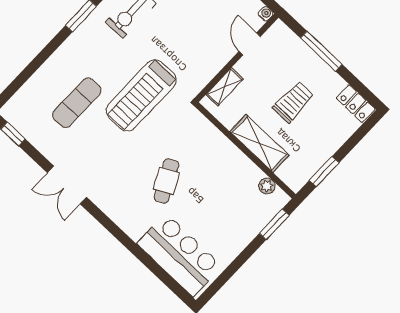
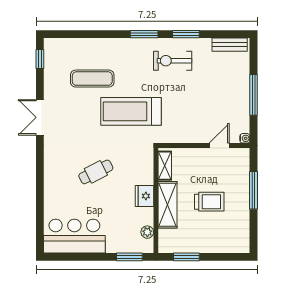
shelving: (225, 87) -> (165, 166), moved, turned 90
locker: (356, 104) -> (242, 238), removed
fridge: (231, 157) -> (144, 196), added
bar counter: (179, 255) -> (74, 236), moved, turned -90

